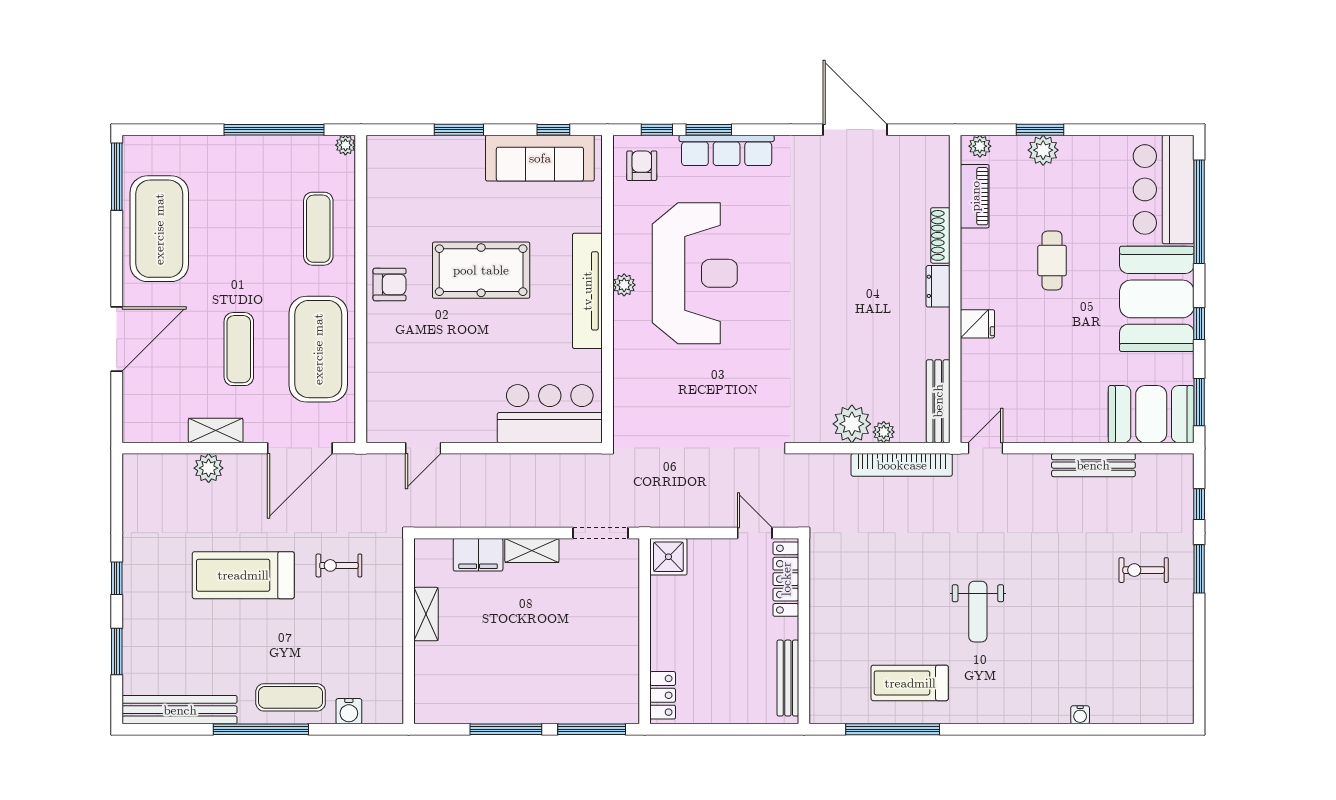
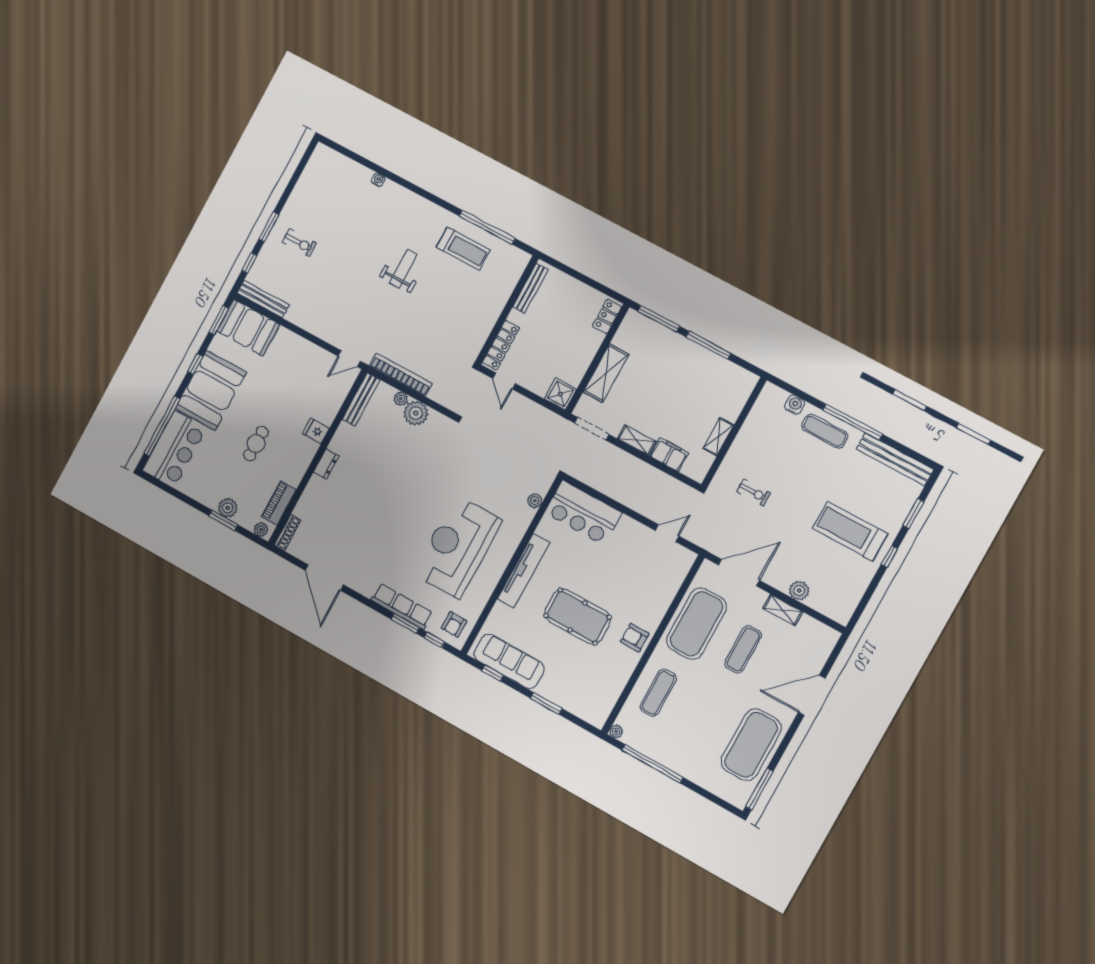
shoe rack: (940, 235) -> (288, 532), moved
plant: (624, 285) -> (535, 501), moved
bench: (1093, 465) -> (263, 299), moved
treadmill: (243, 575) -> (850, 531), moved, turned 180
shelving: (622, 618) -> (606, 373), added

